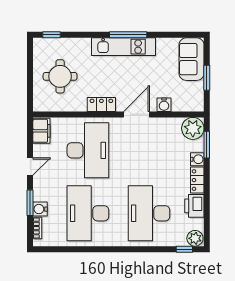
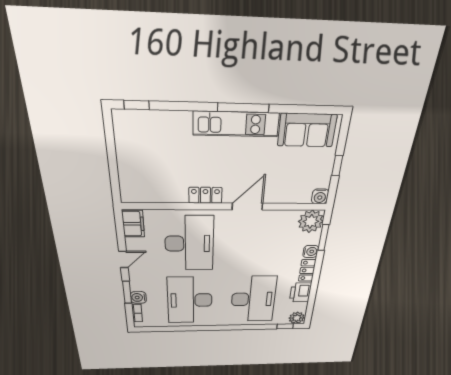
sofa: (192, 59) -> (307, 130), moved, turned -90
round table: (60, 76) -> (152, 161), removed
window: (207, 78) -> (337, 166), width x0.67
water cooler: (164, 105) -> (320, 196), moved
desk: (149, 213) -> (253, 299), turned 180

